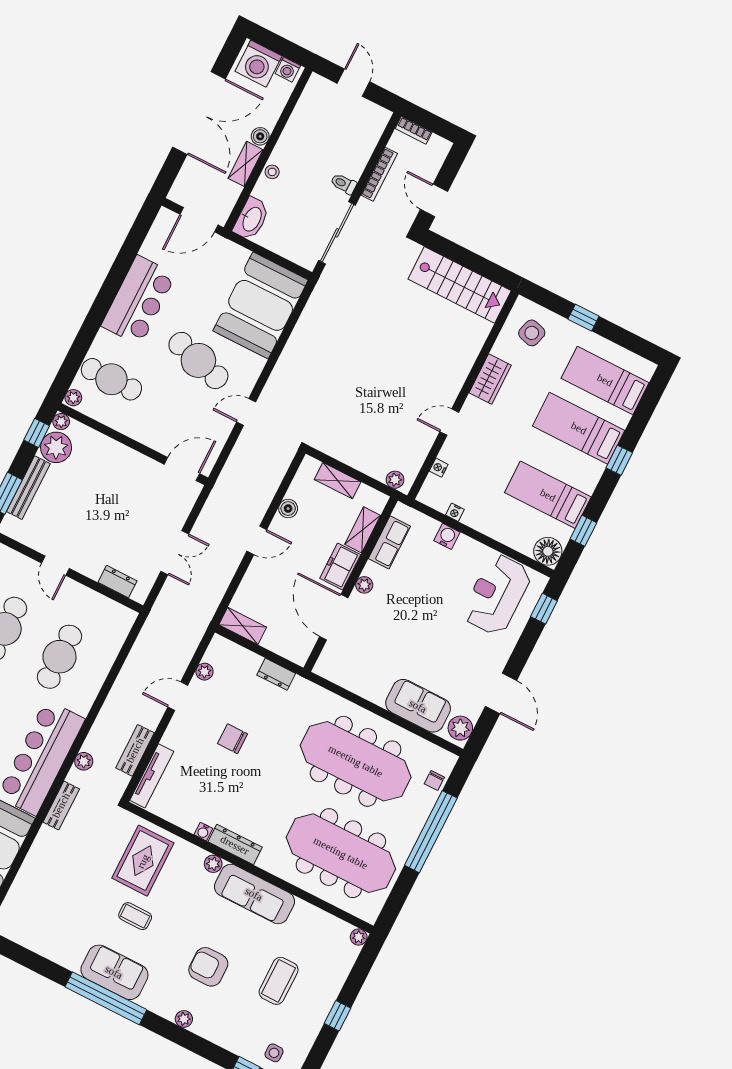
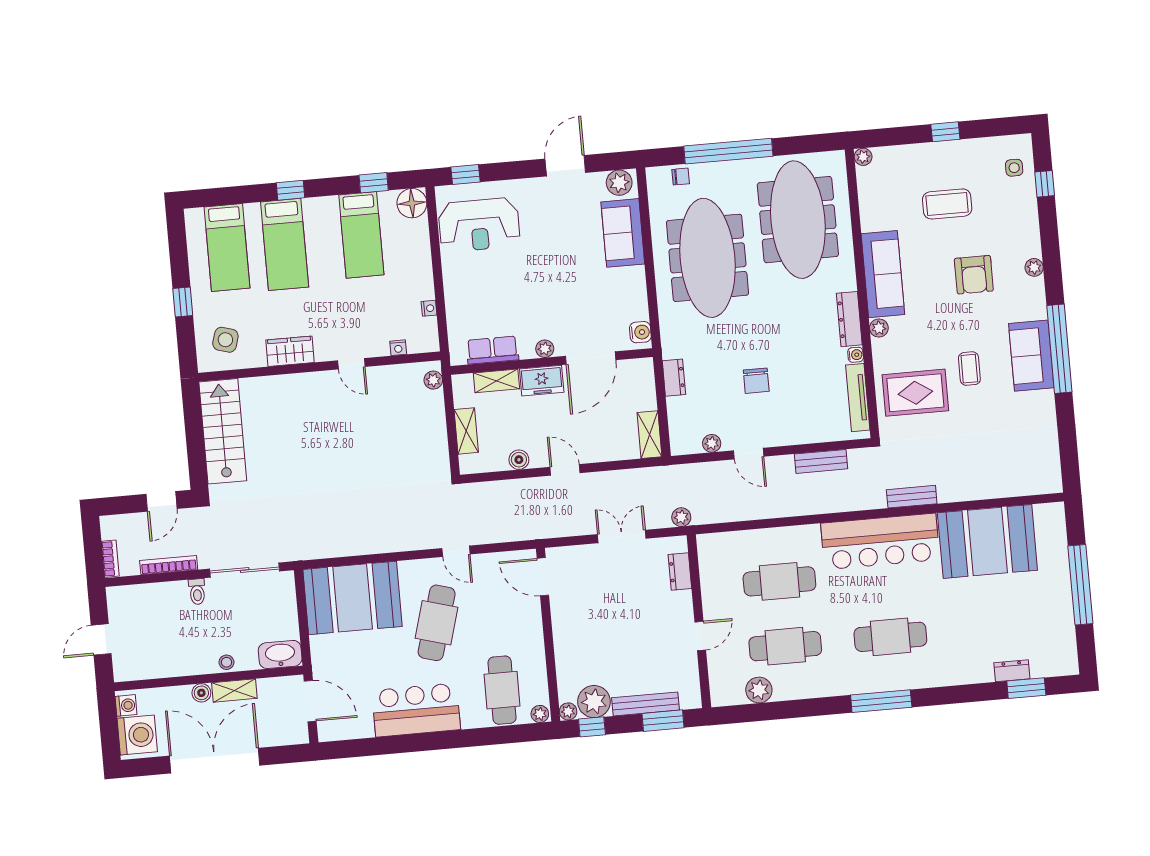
water cooler: (447, 536) -> (640, 332), moved, turned 180
plant: (84, 761) -> (681, 517), moved
tv unit: (152, 776) -> (858, 398), moved, turned -90

